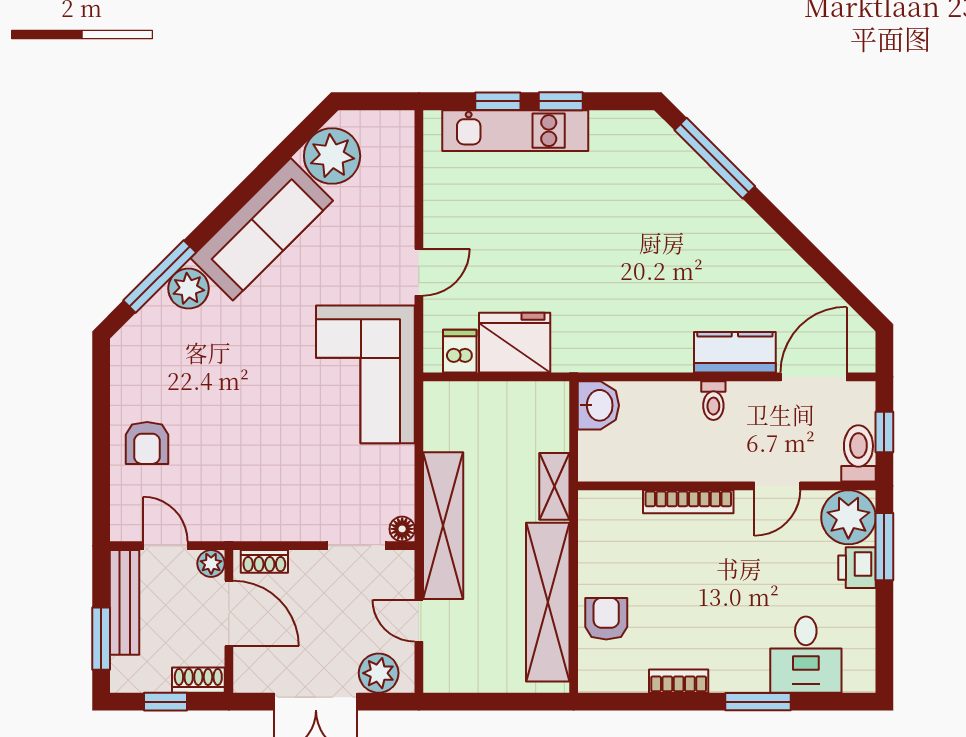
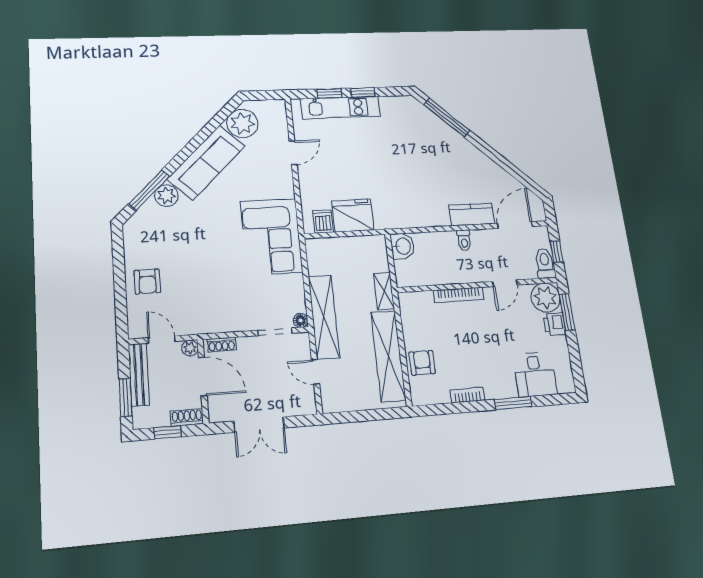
door: (419, 272) -> (293, 153), moved
plant: (379, 673) -> (295, 405), removed

